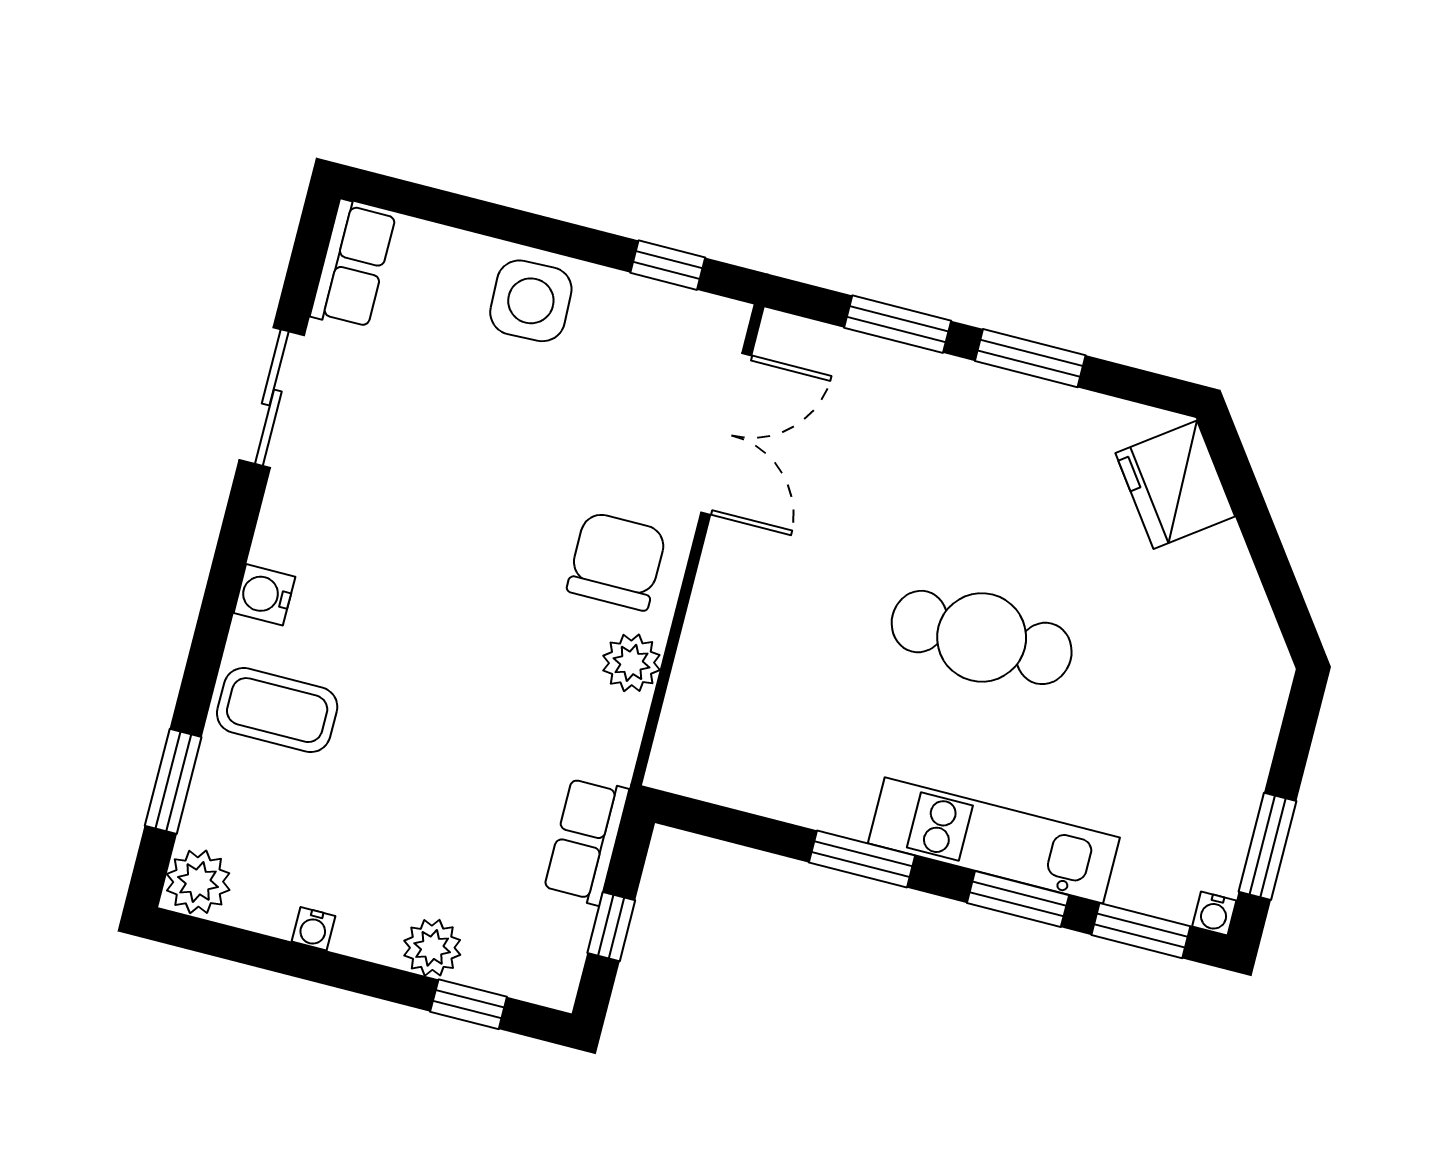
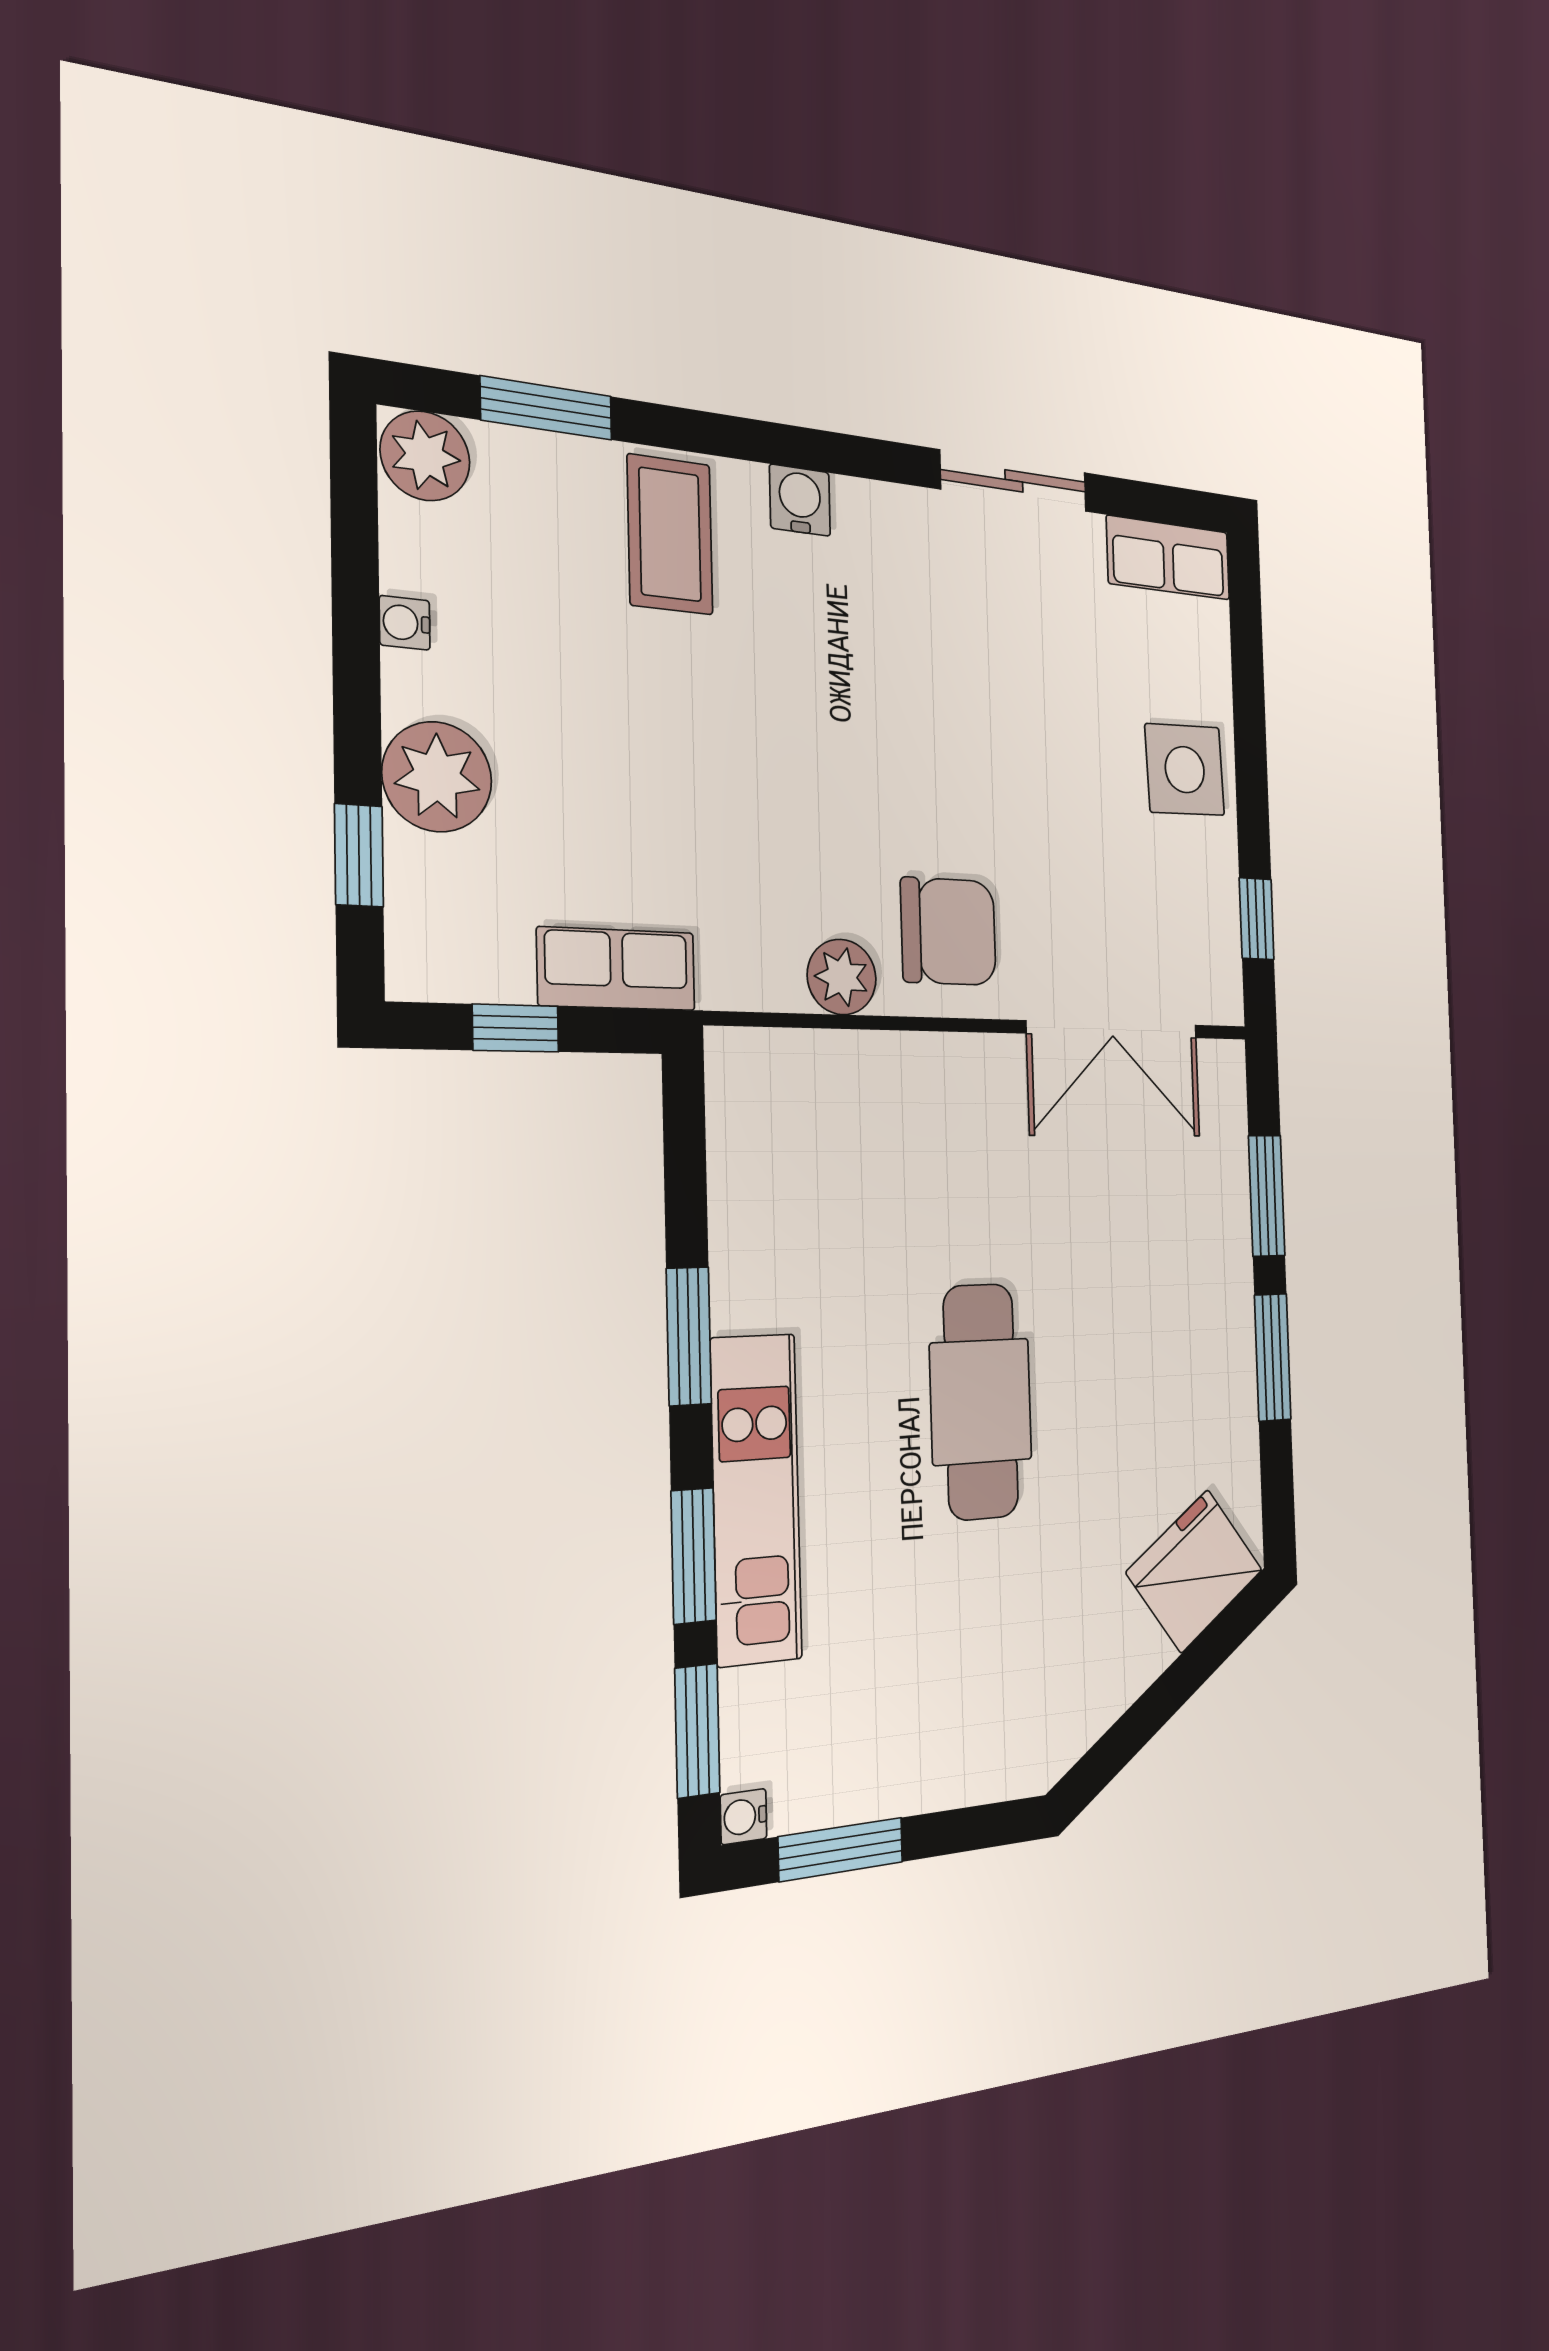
plant: (432, 948) -> (437, 777), width x1.36, depth x1.36

